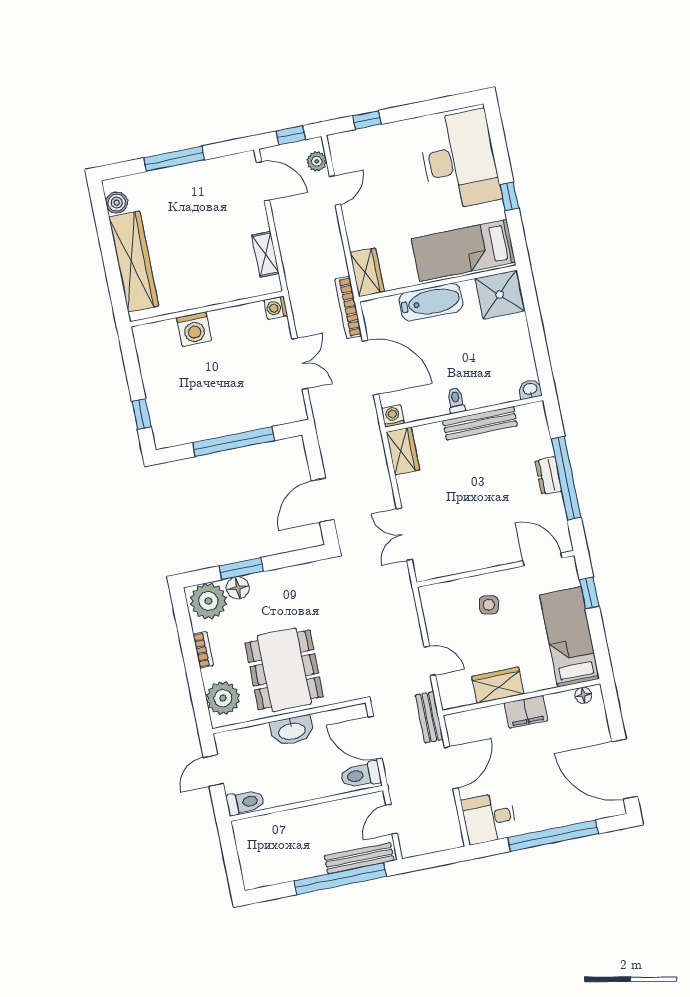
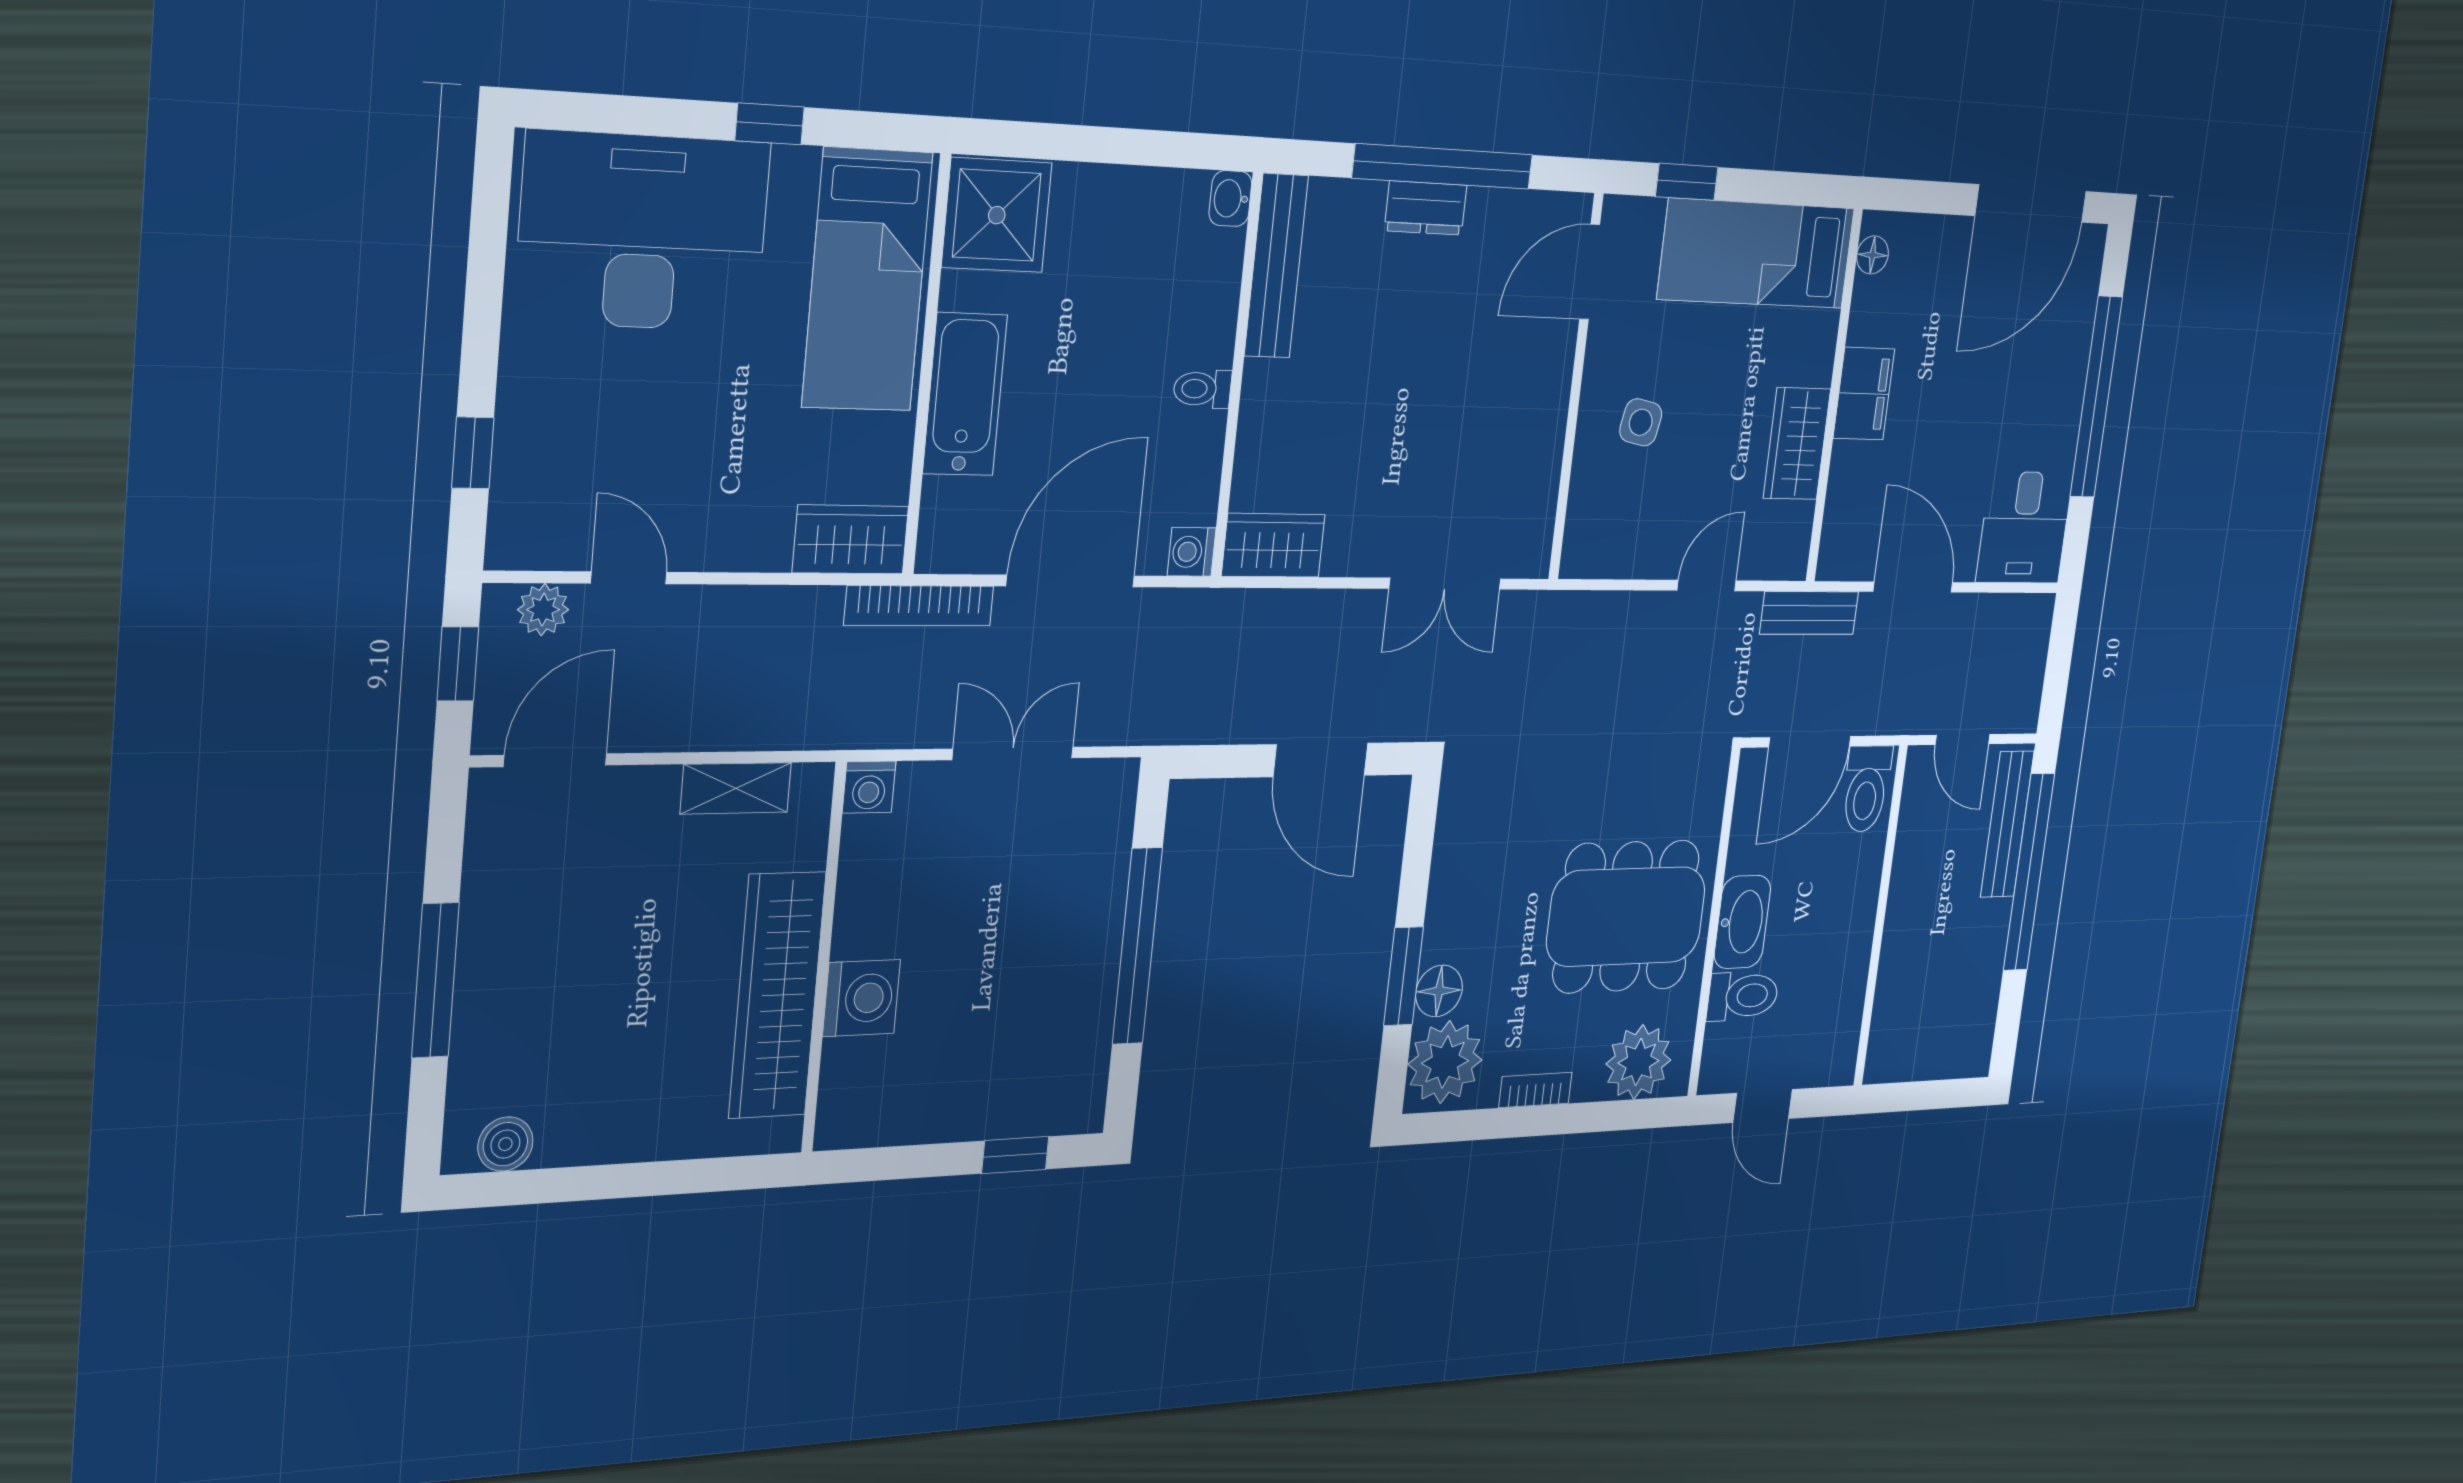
wardrobe: (134, 261) -> (777, 995), moved, turned -90
bench: (480, 423) -> (1276, 266), moved
toilet: (245, 802) -> (1743, 996), moved, turned 90

